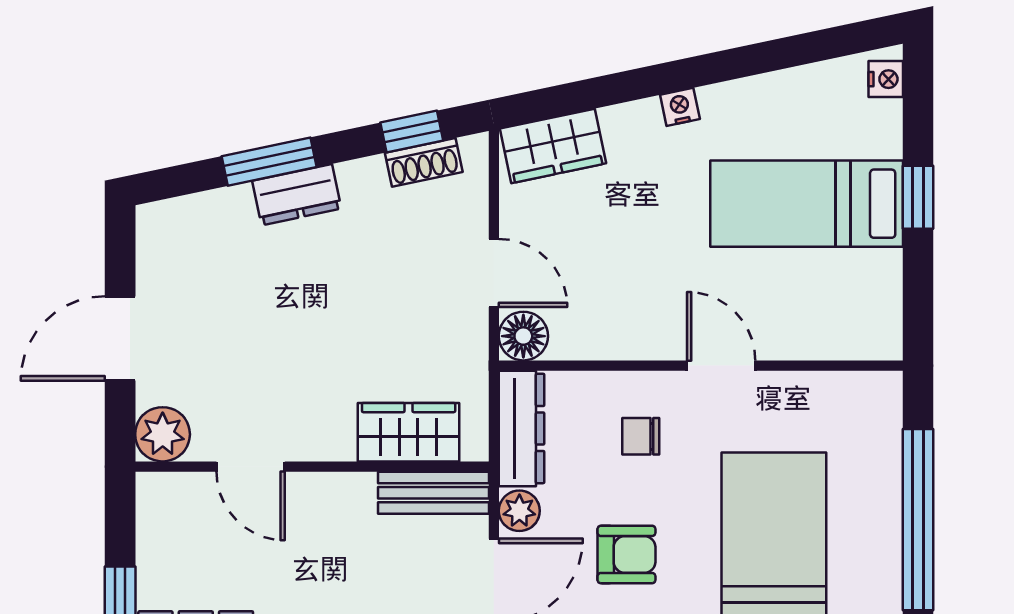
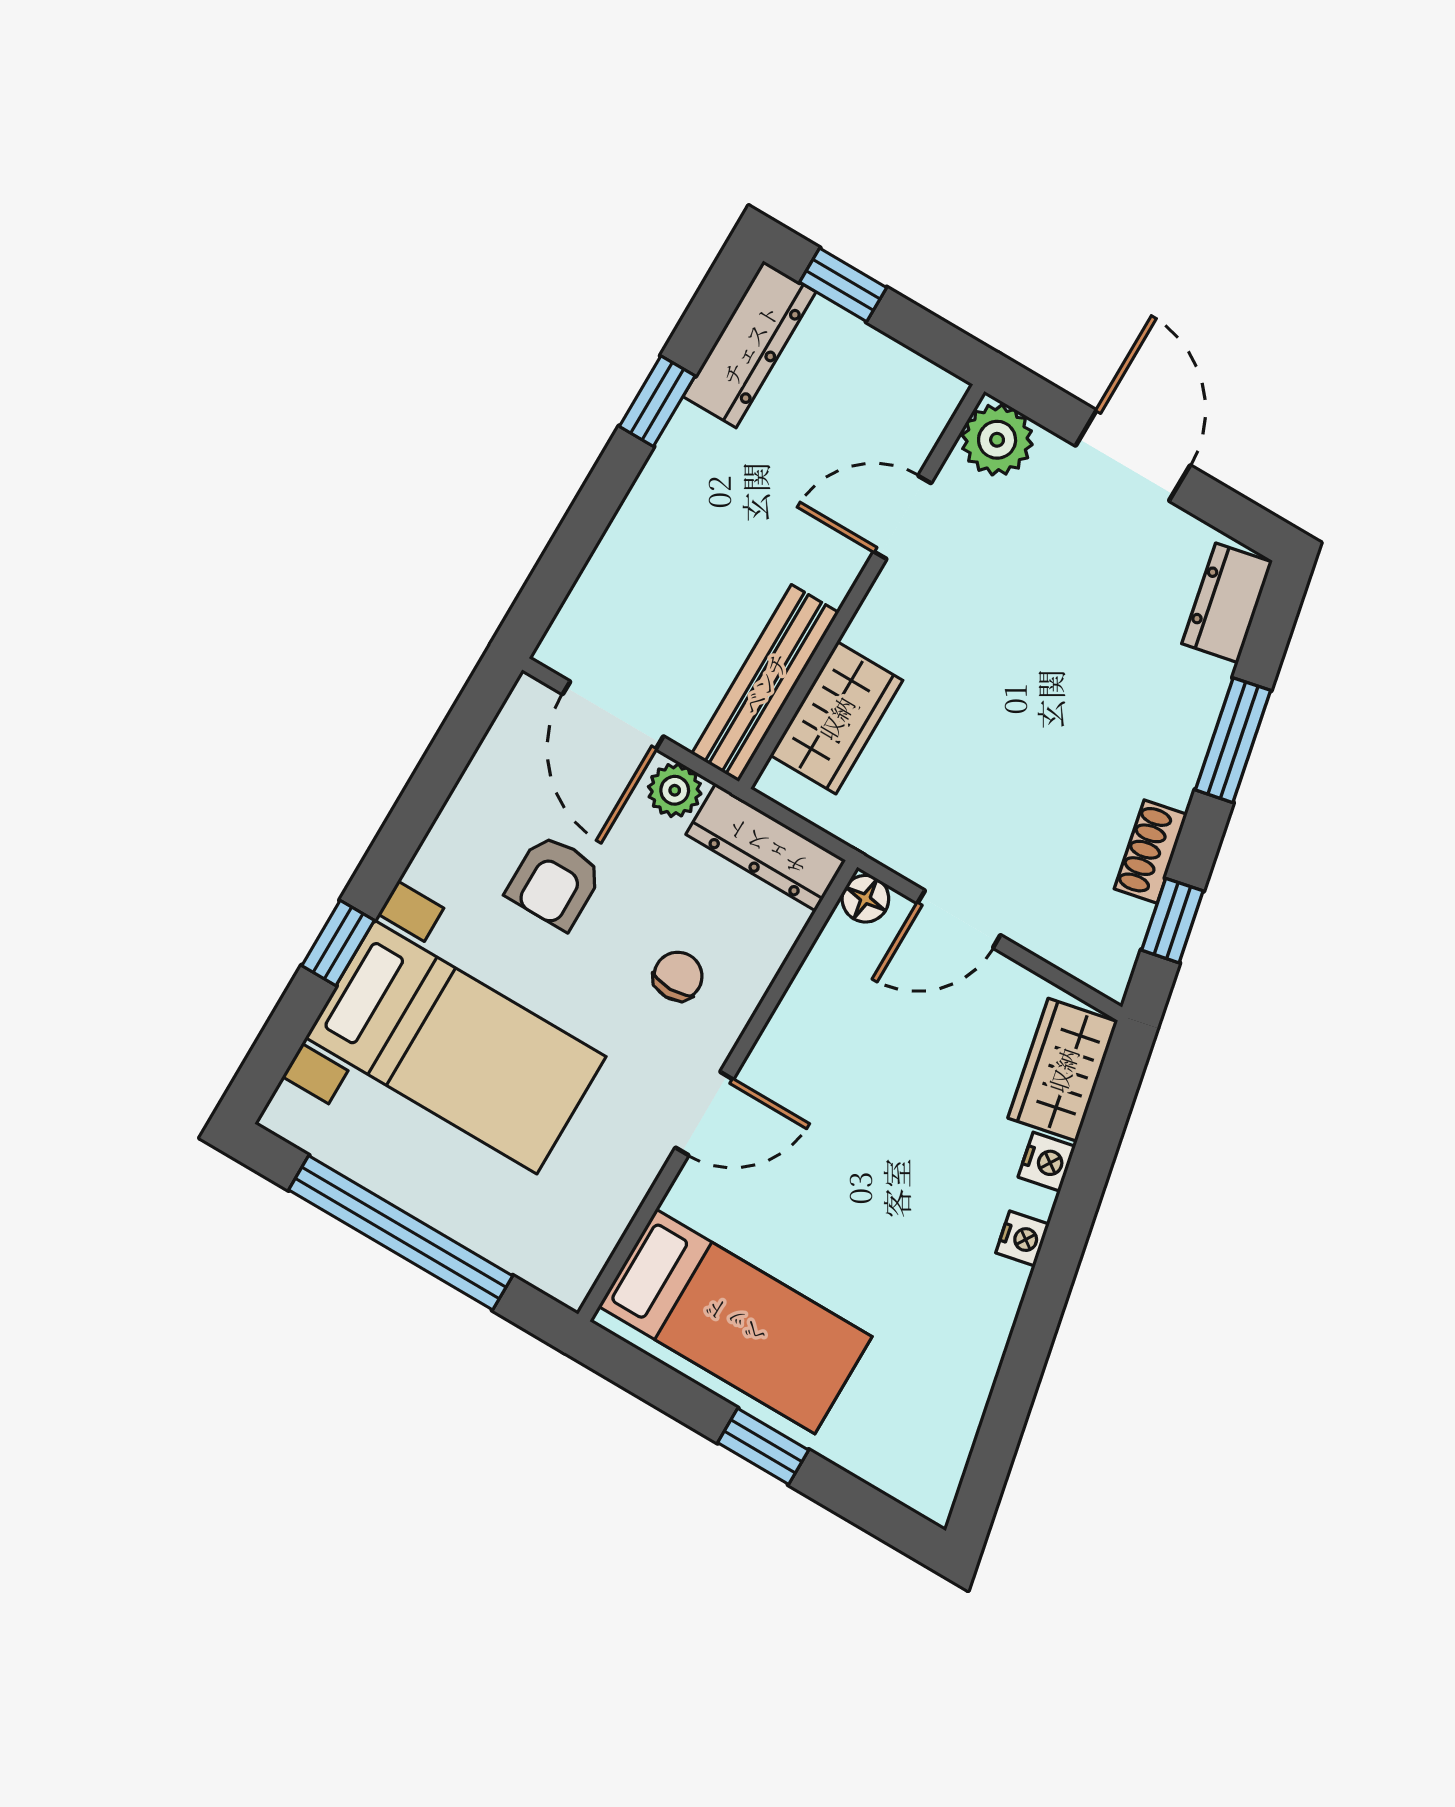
nightstand: (886, 79) -> (1047, 1162), moved, turned -102
shoe rack: (424, 162) -> (1151, 852), moved
dresser: (297, 195) -> (1227, 603), moved
bed: (807, 204) -> (735, 1321), moved, turned 90
floor lamp: (523, 336) -> (865, 899), width x0.73, depth x0.73
bench: (433, 493) -> (765, 683), width x1.36

